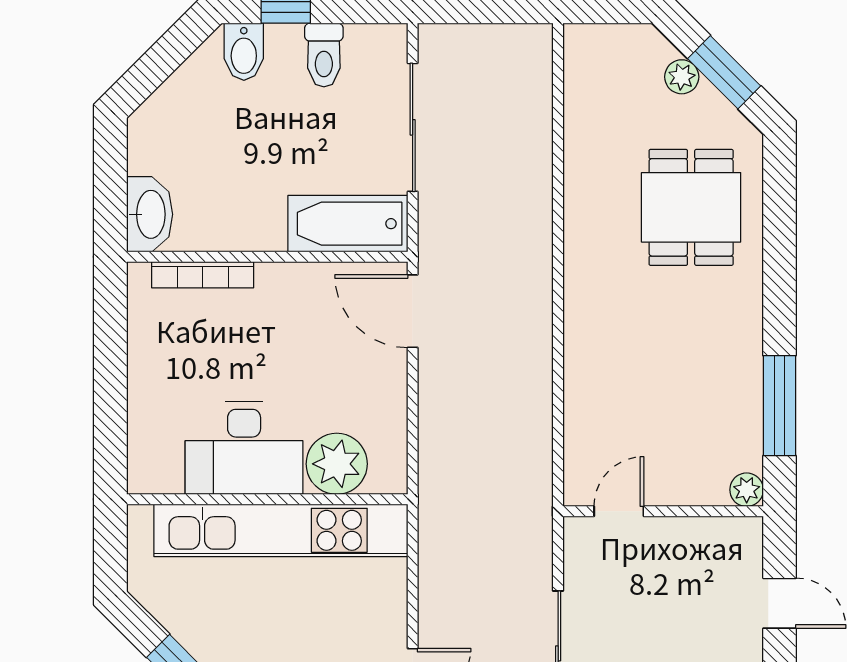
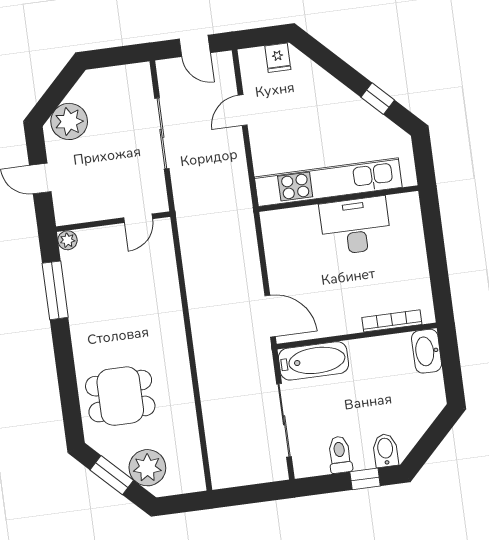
plant: (682, 77) -> (147, 468), width x1.87, depth x1.87
dining table: (691, 207) -> (120, 396), turned 90
plant: (337, 464) -> (302, 224), removed

